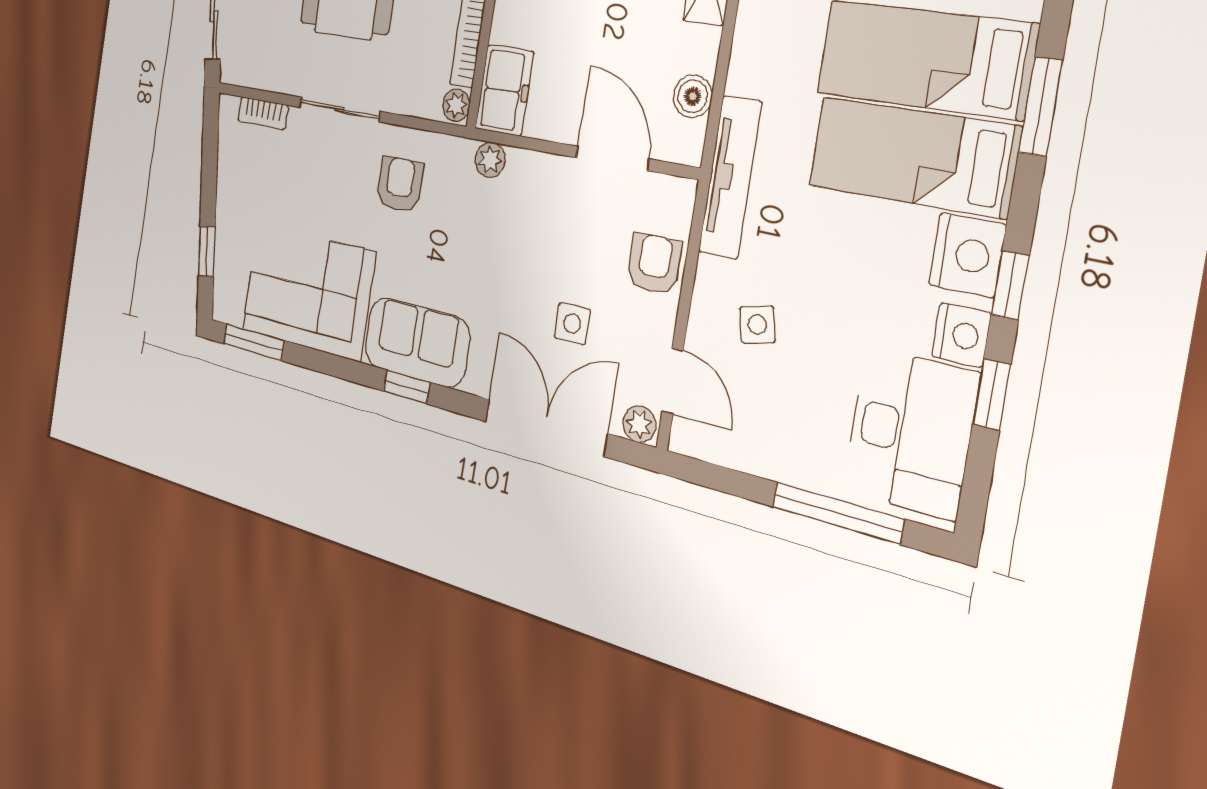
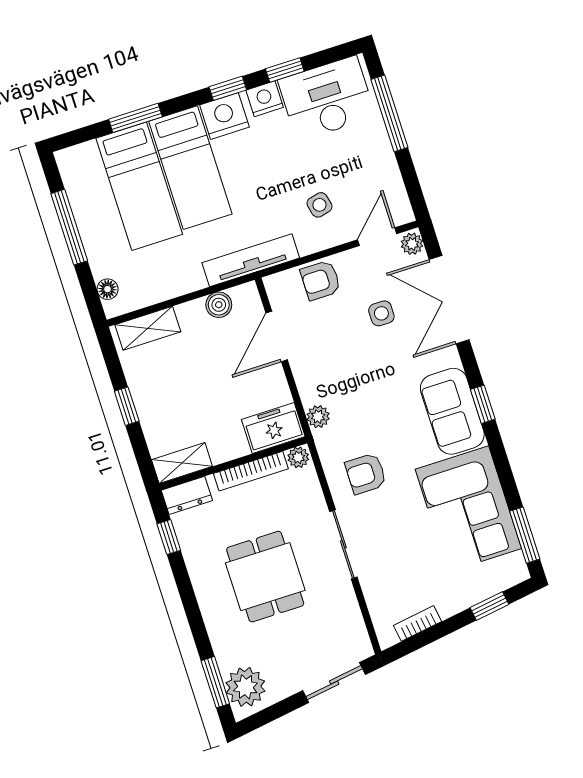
bookcase: (263, 113) -> (417, 623), moved, turned -98

